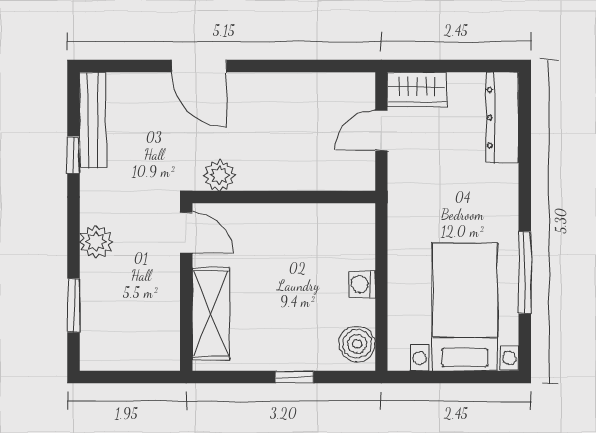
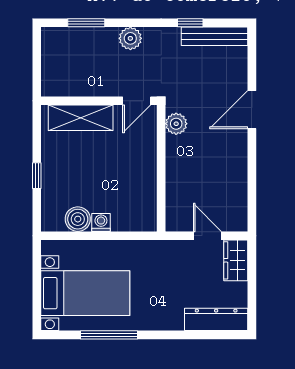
boiler: (357, 344) -> (78, 219), moved

